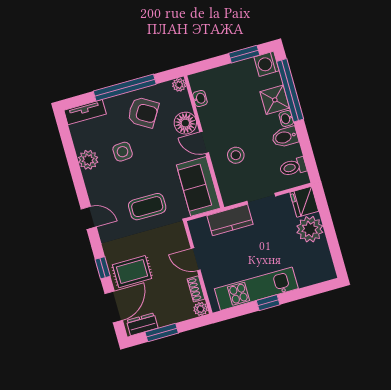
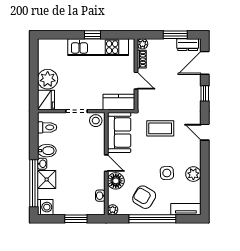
window: (244, 54) -> (76, 219), moved
stool: (236, 155) -> (96, 121), moved
kitchen counter: (230, 220) -> (119, 102), moved
rug: (132, 272) -> (184, 85), removed

